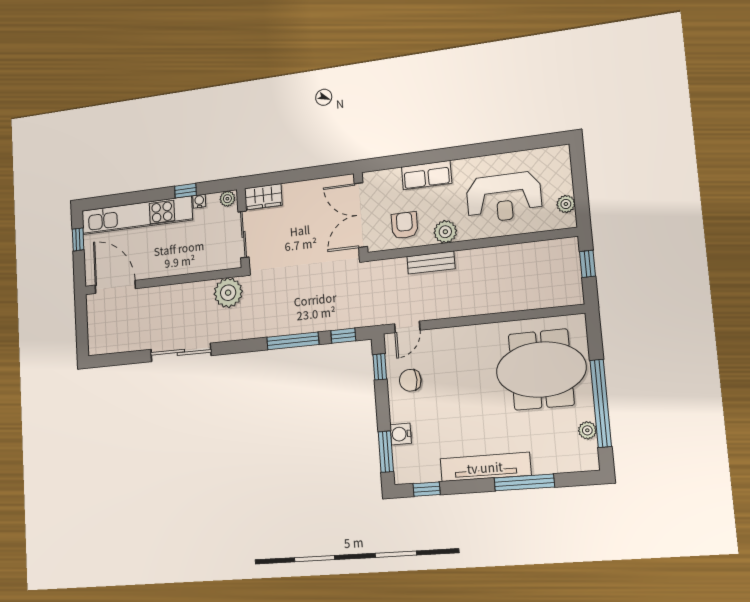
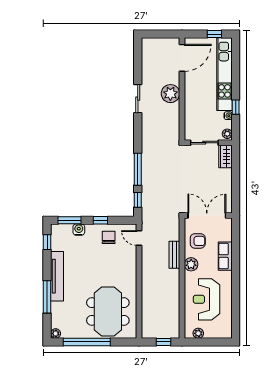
plant: (228, 293) -> (170, 94), moved
sliding door: (181, 352) -> (138, 99), width x0.73
window: (380, 367) -> (100, 220), moved
plant: (587, 430) -> (56, 333), moved

